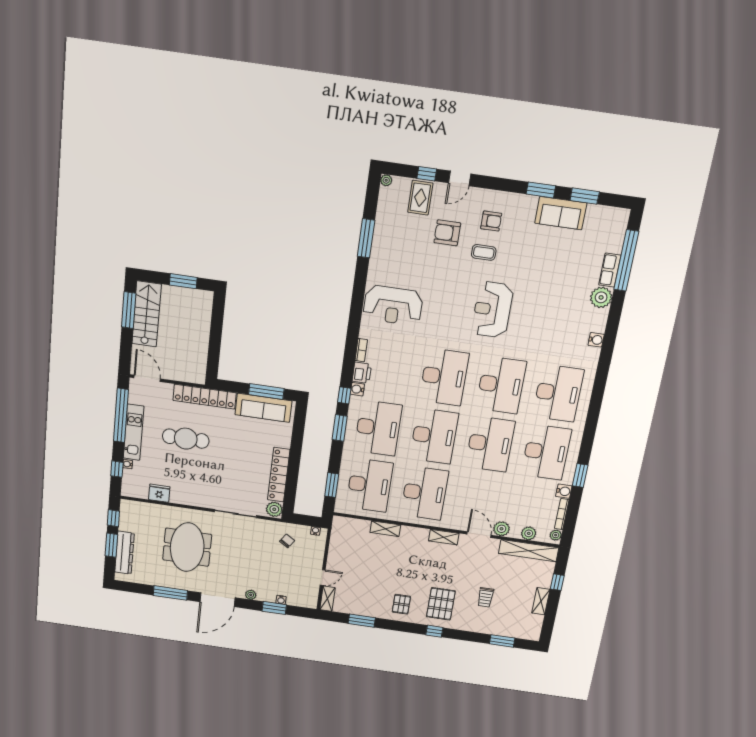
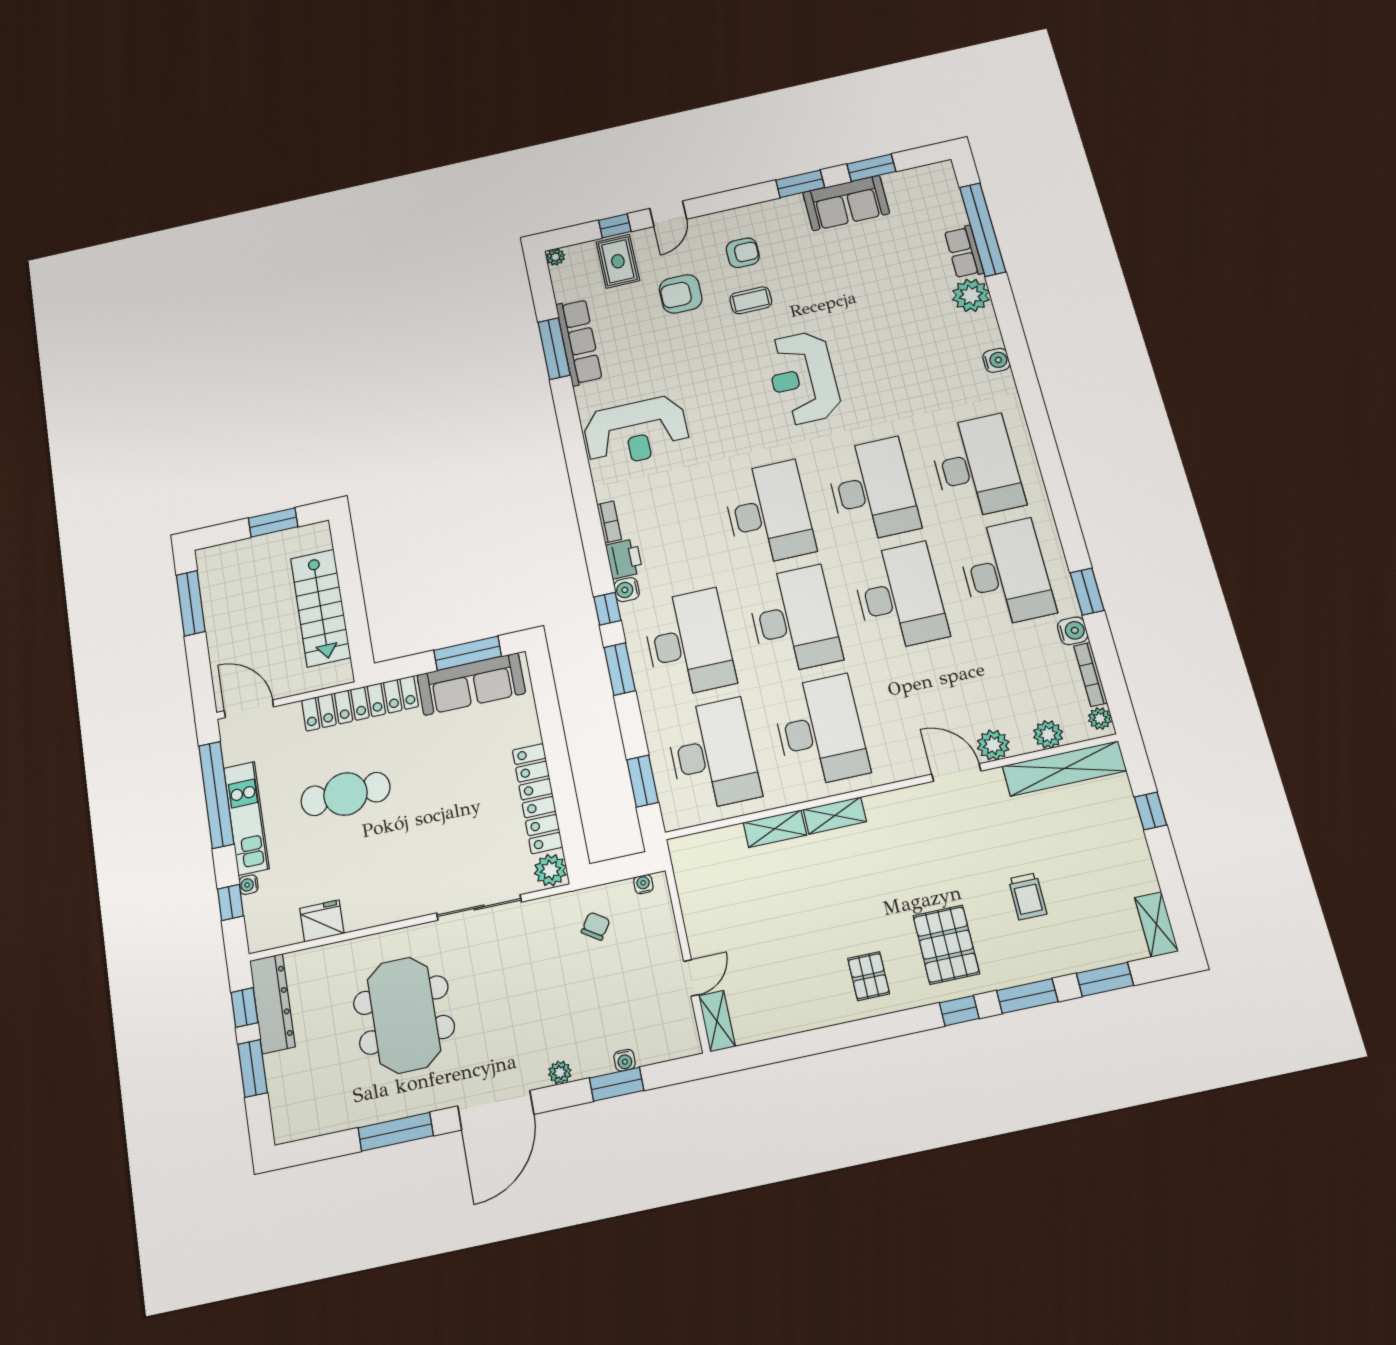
row of seats: (381, 240) -> (579, 342), added
stairs: (147, 314) -> (321, 608), moved, turned 180
shelving: (444, 537) -> (835, 816), moved
dresser: (125, 553) -> (272, 1003), moved
shelving: (541, 601) -> (1156, 924), moved
window: (362, 621) -> (1027, 996), moved

